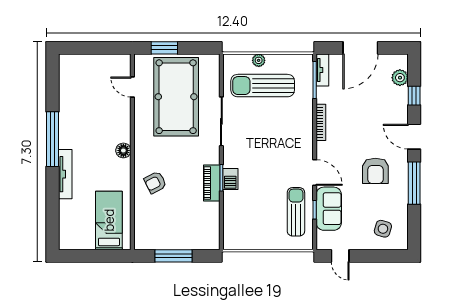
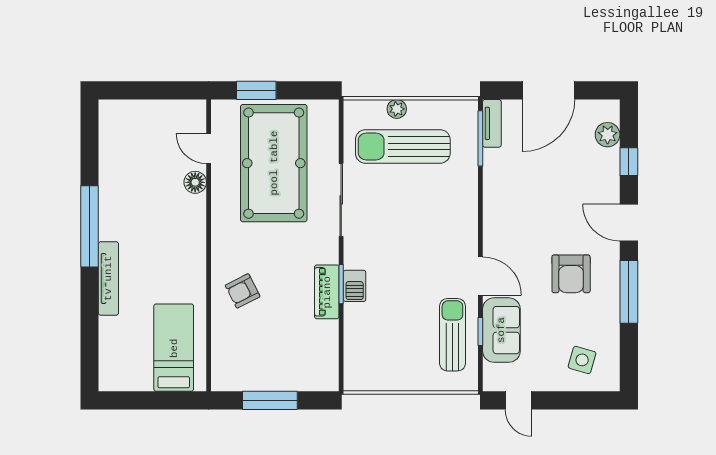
bookcase: (321, 122) -> (490, 201), removed
floor lamp: (123, 150) -> (195, 182), moved

